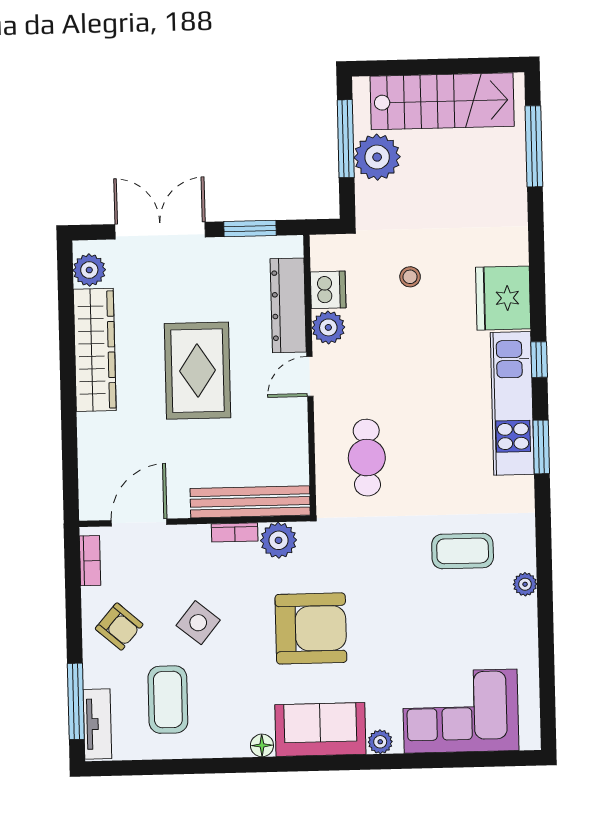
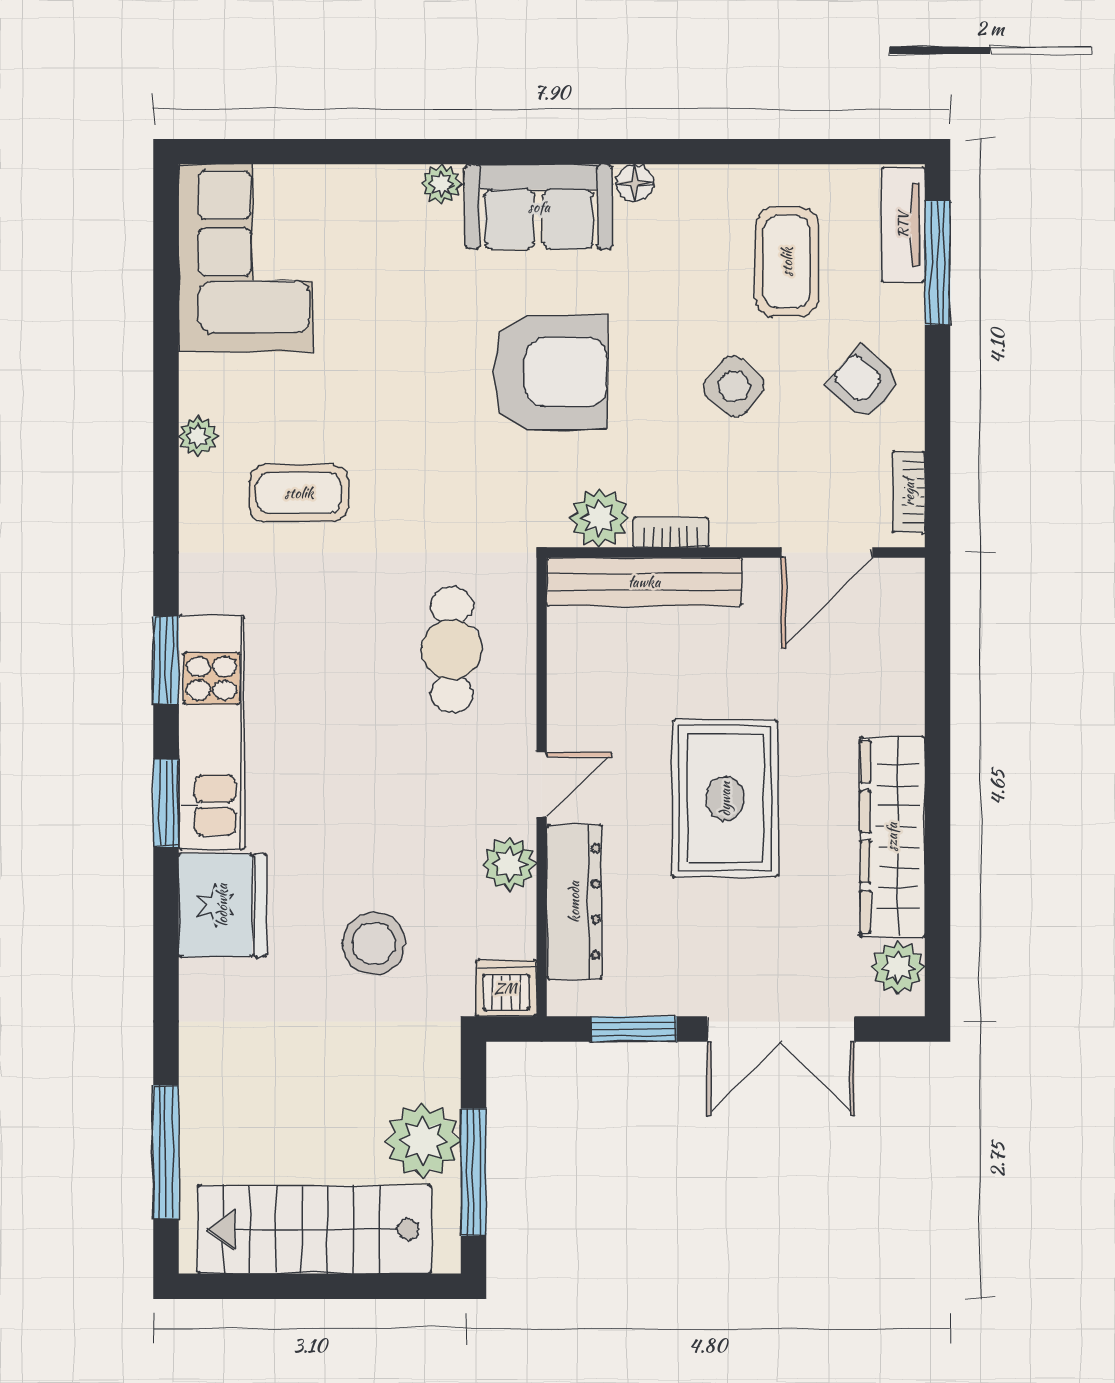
stool: (410, 277) -> (374, 943), width x1.89, depth x1.89
dishwasher: (328, 290) -> (506, 988), moved, turned 90
window: (539, 360) -> (166, 803), width x1.50
armchair: (311, 628) -> (550, 372), turned 180
corner sofa: (461, 711) -> (246, 258), moved, turned -90

